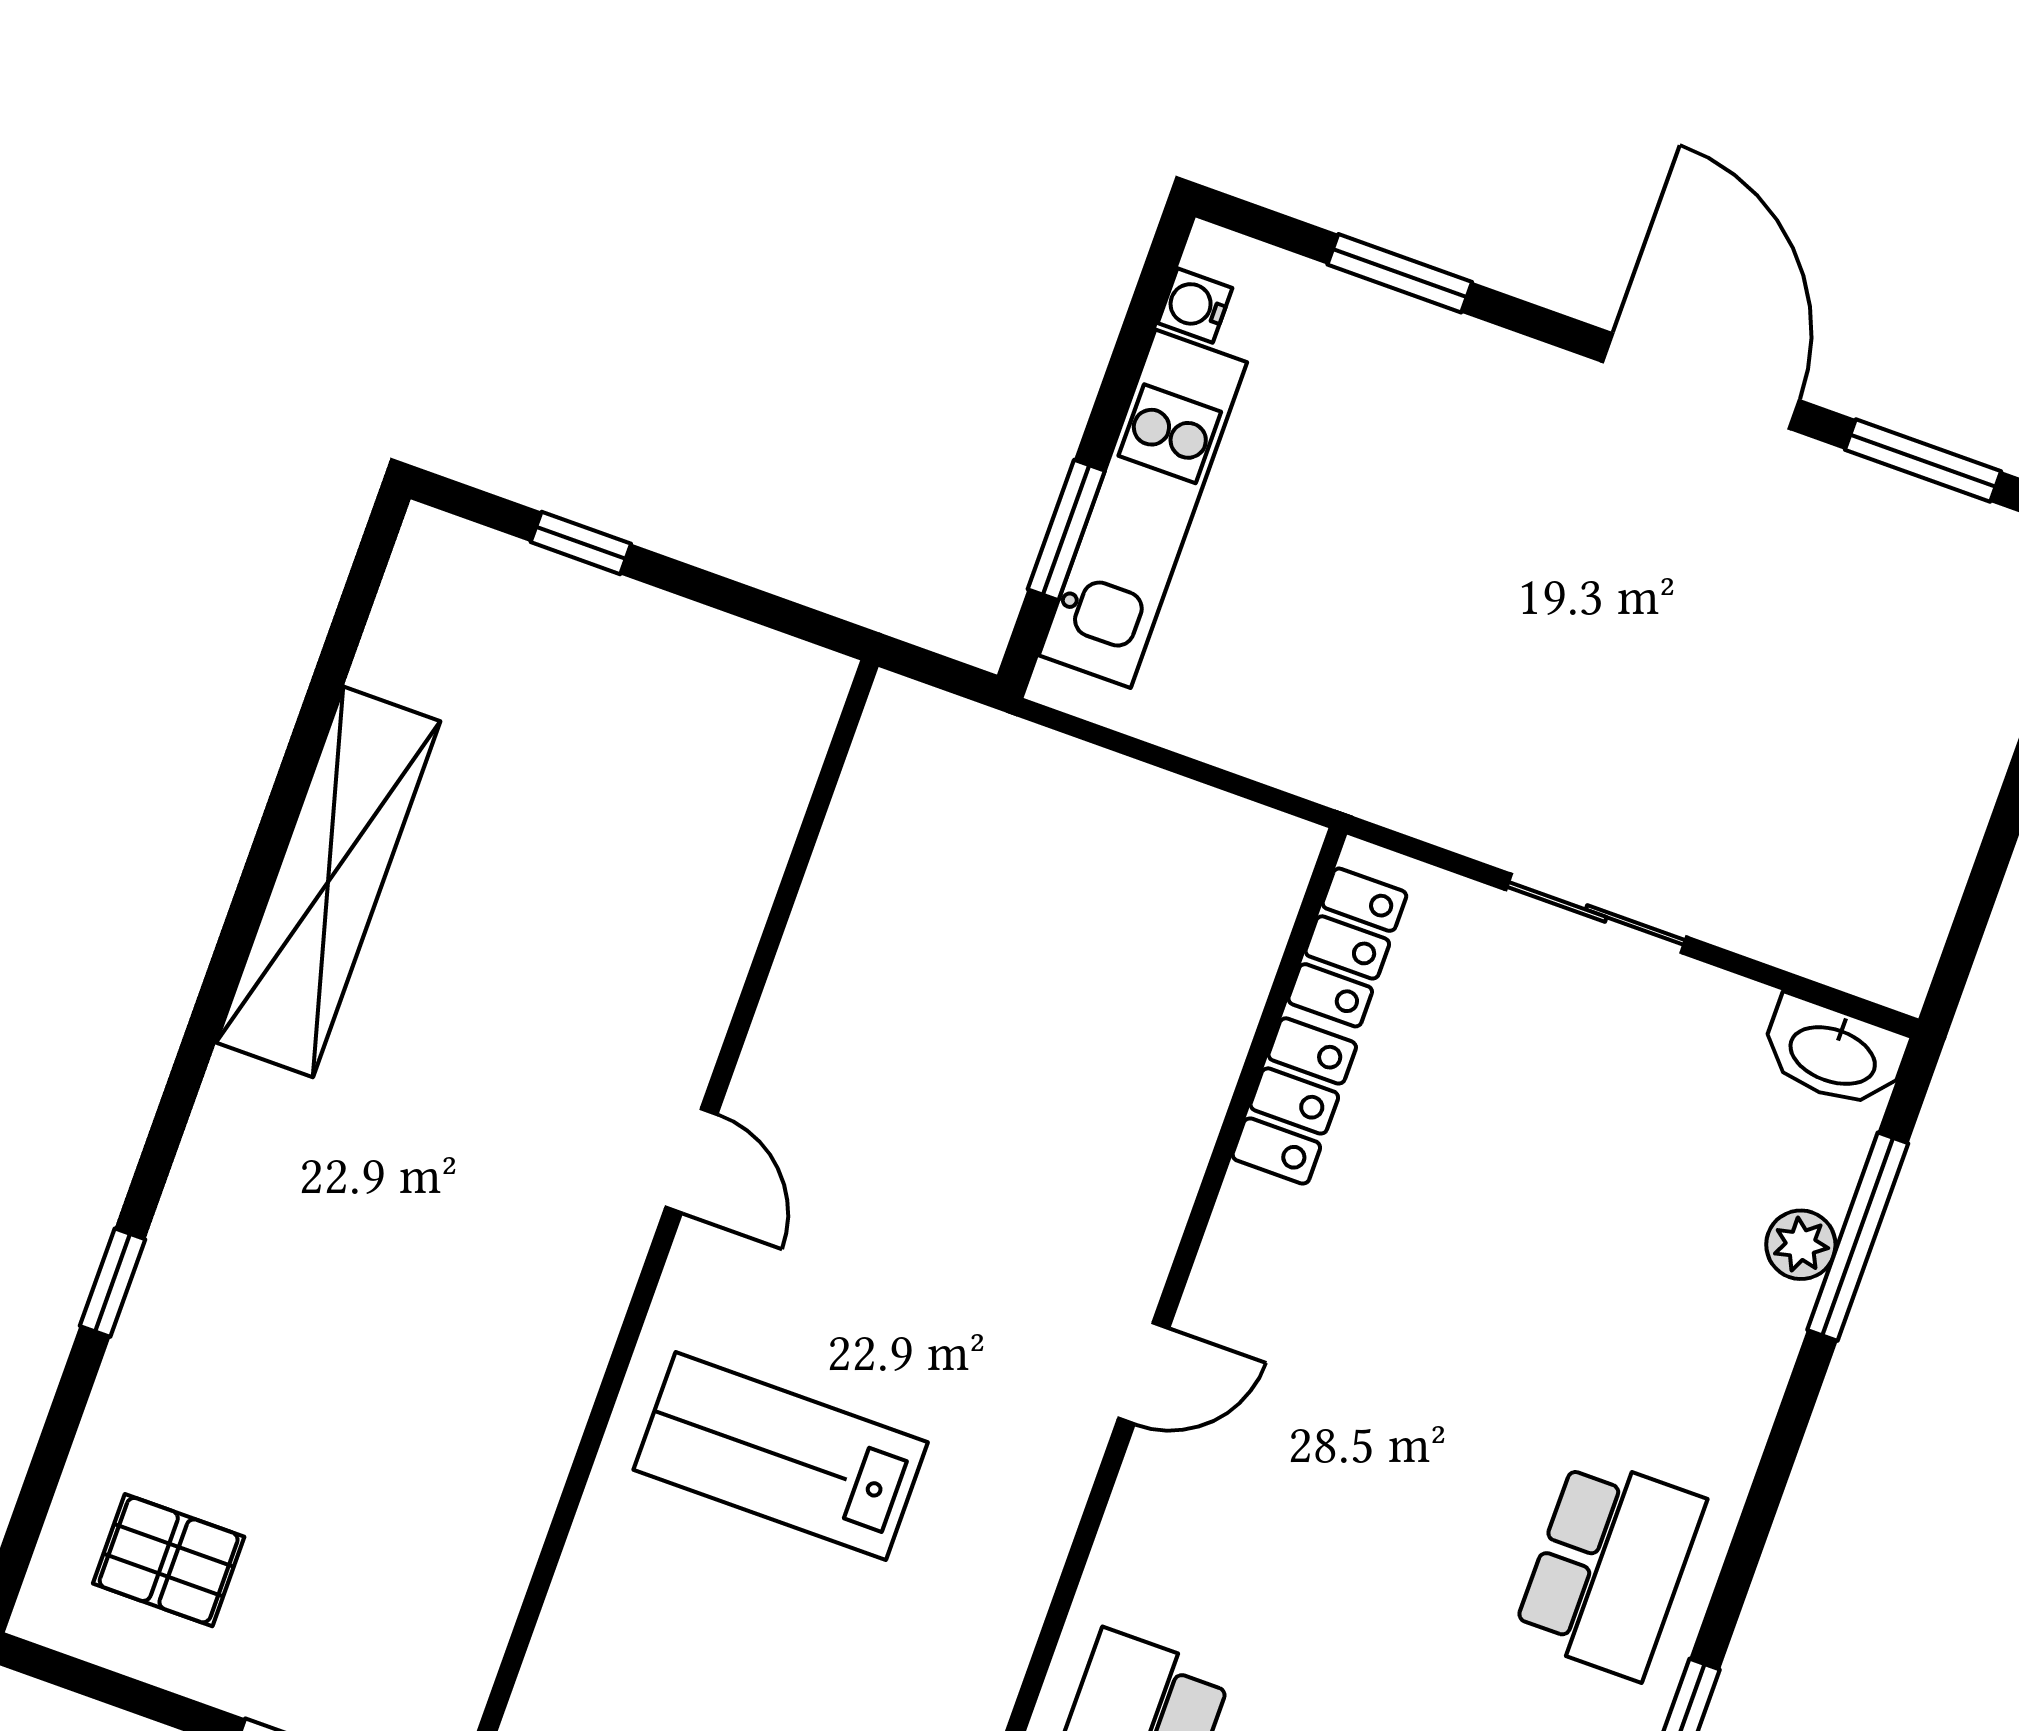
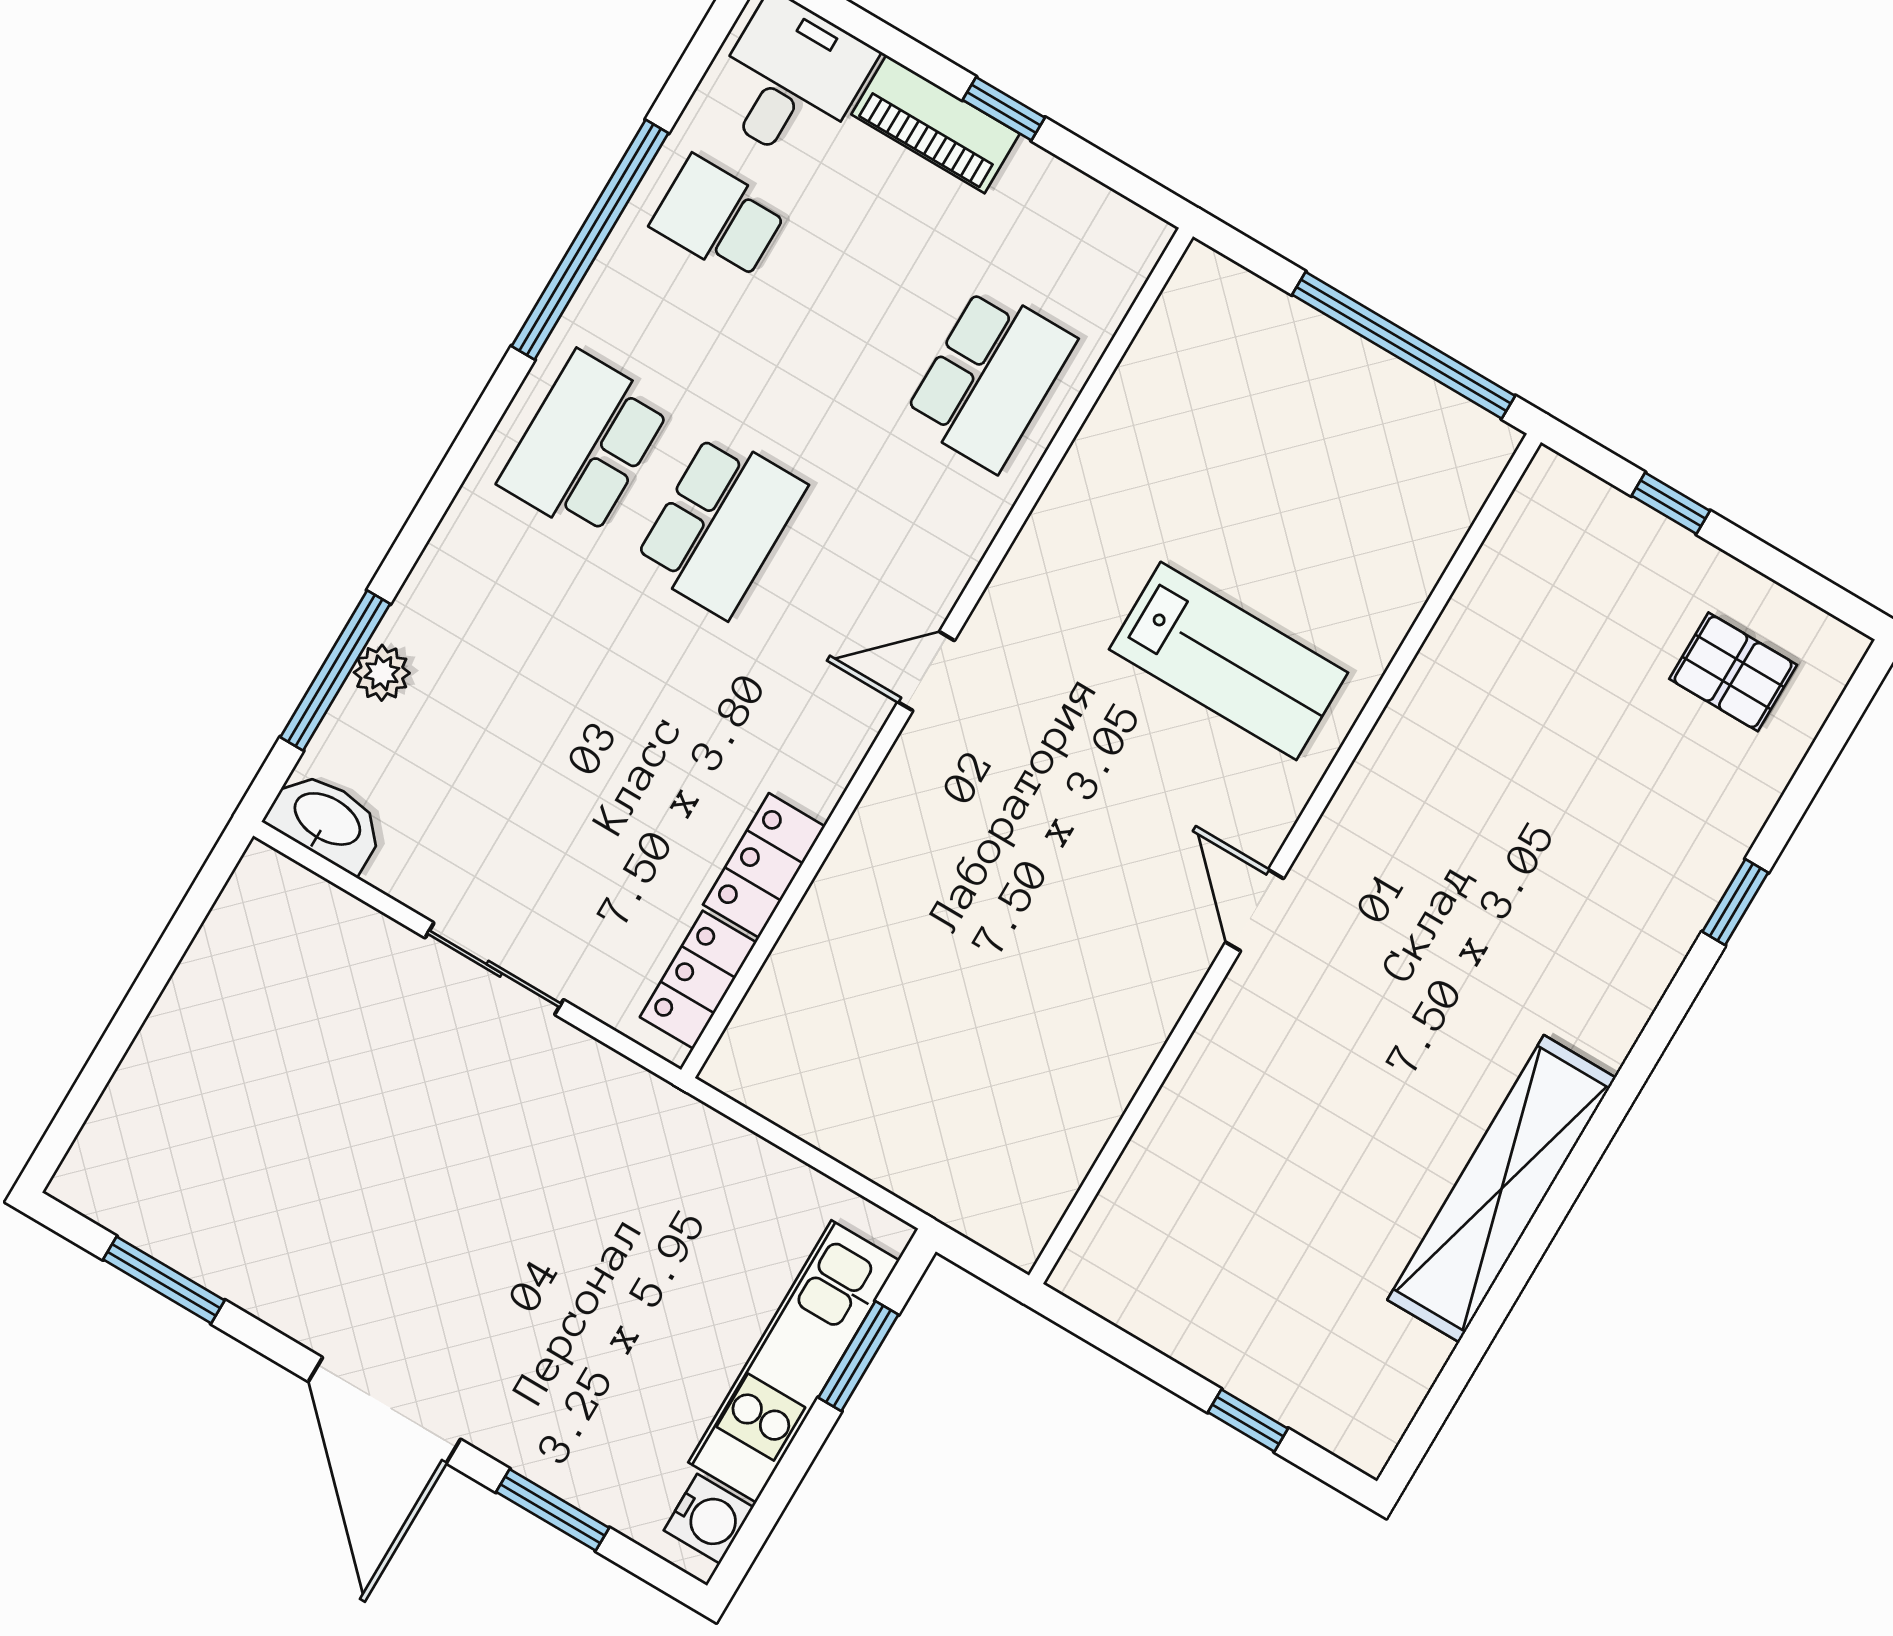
water cooler: (1195, 306) -> (709, 1519), width x1.38, depth x1.38
door: (1701, 381) -> (384, 1410), moved
school desk: (1427, 1502) -> (720, 525), added

